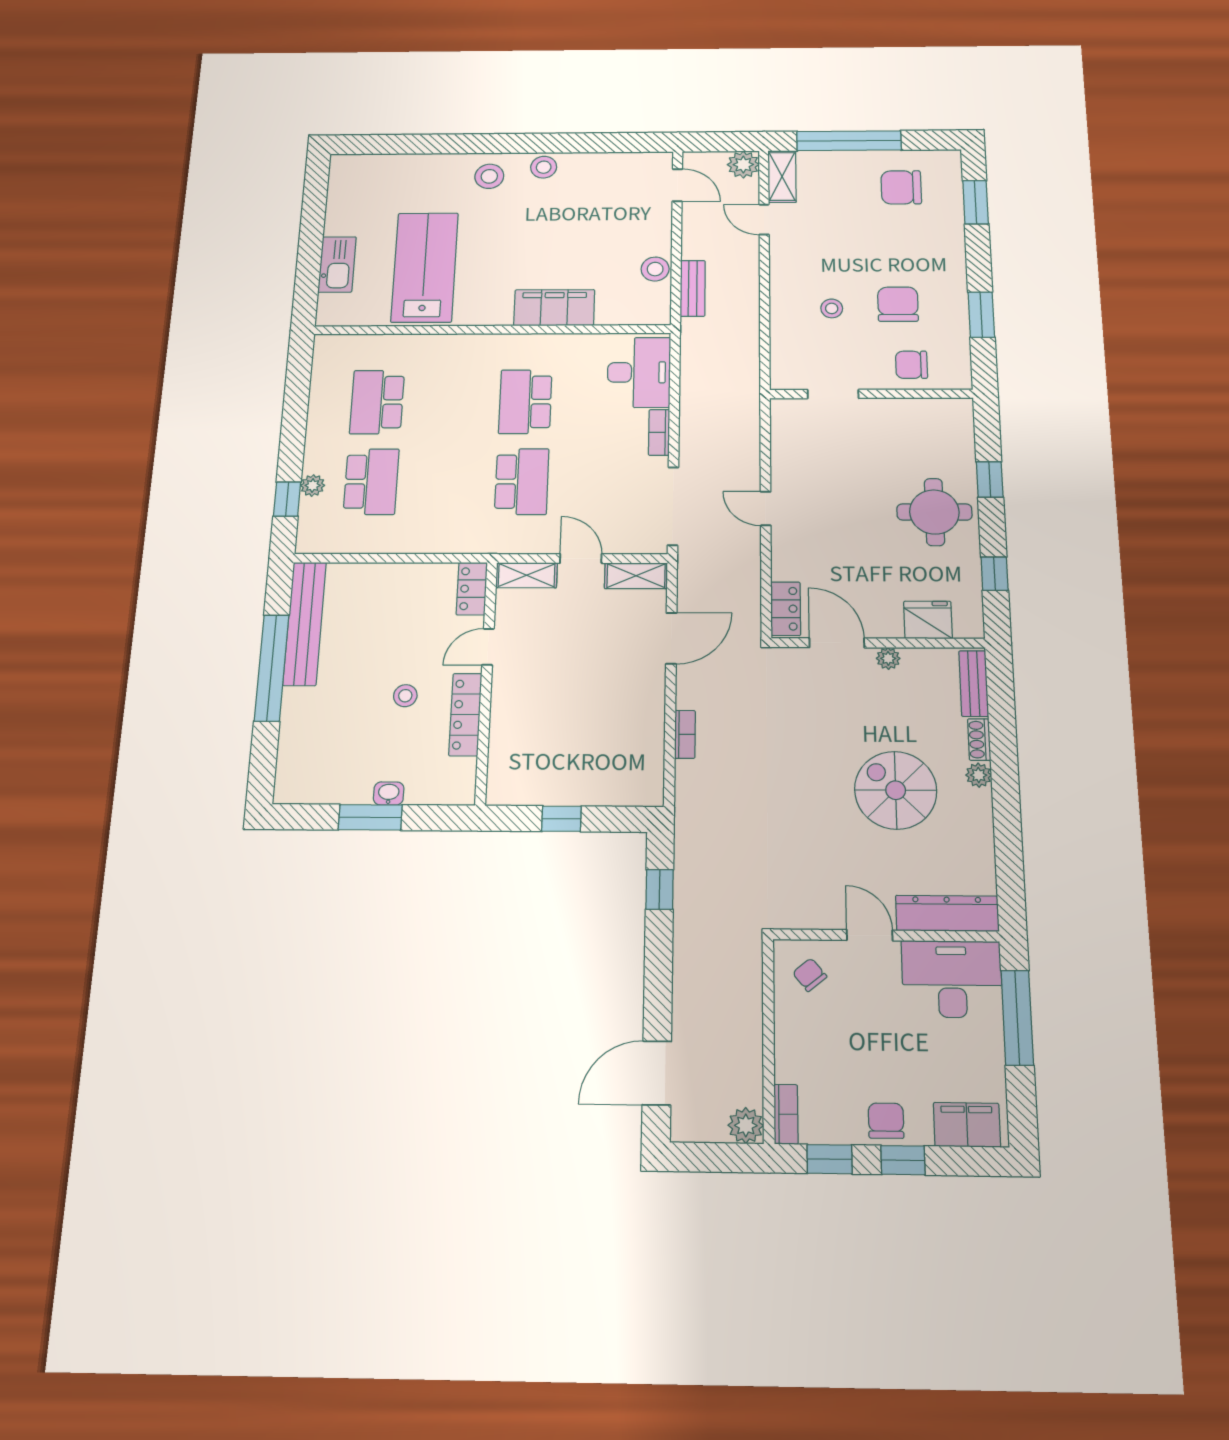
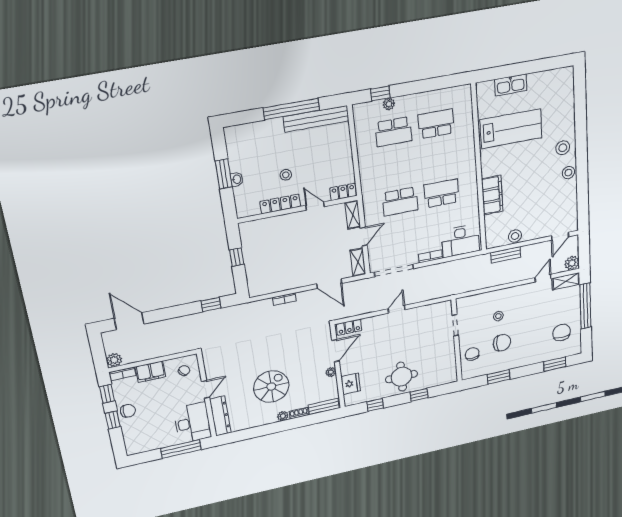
filing cabinet: (967, 1125) -> (151, 372), moved, turned 90

